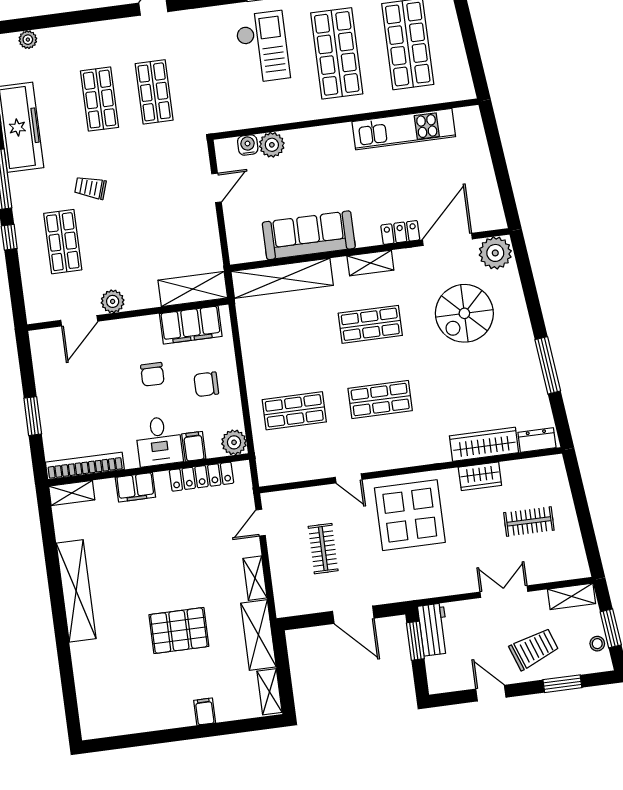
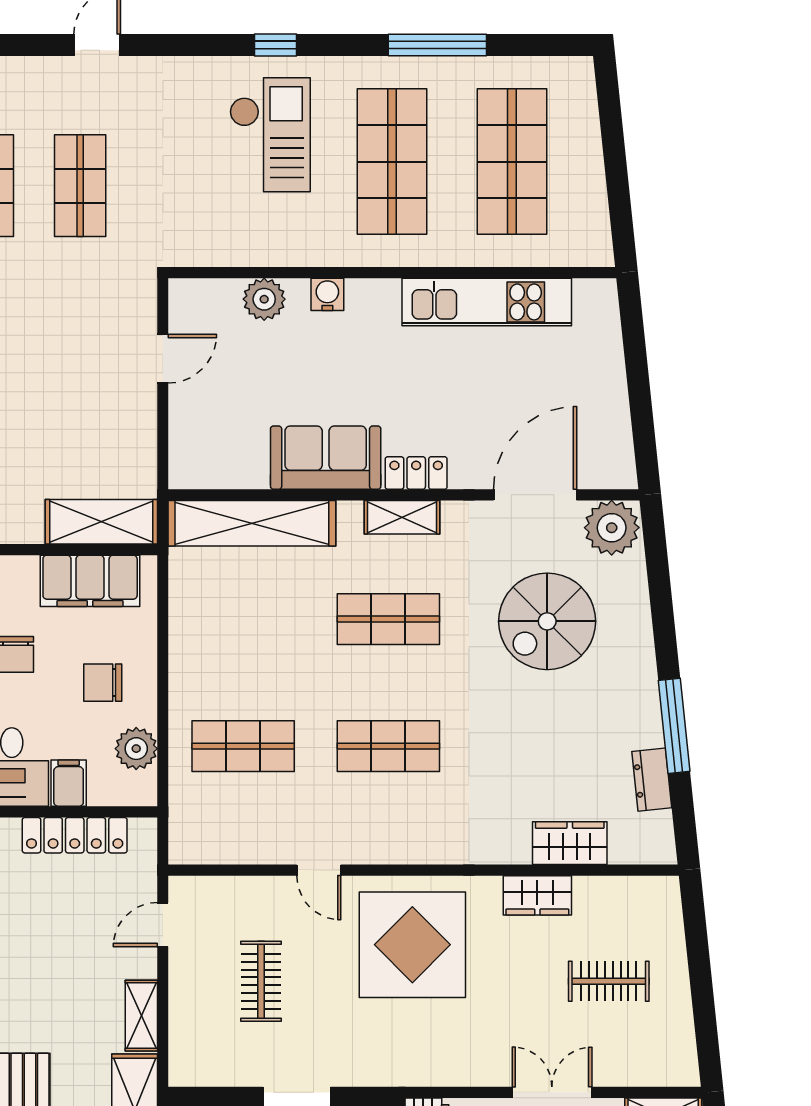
water cooler: (248, 145) -> (327, 294), moved
locker: (400, 232) -> (416, 473), moved
sofa: (309, 235) -> (326, 458), width x0.73
dresser: (537, 440) -> (652, 780), moved, turned -96
plant: (234, 442) -> (136, 749), moved
wardrobe: (484, 444) -> (570, 843), width x0.67

